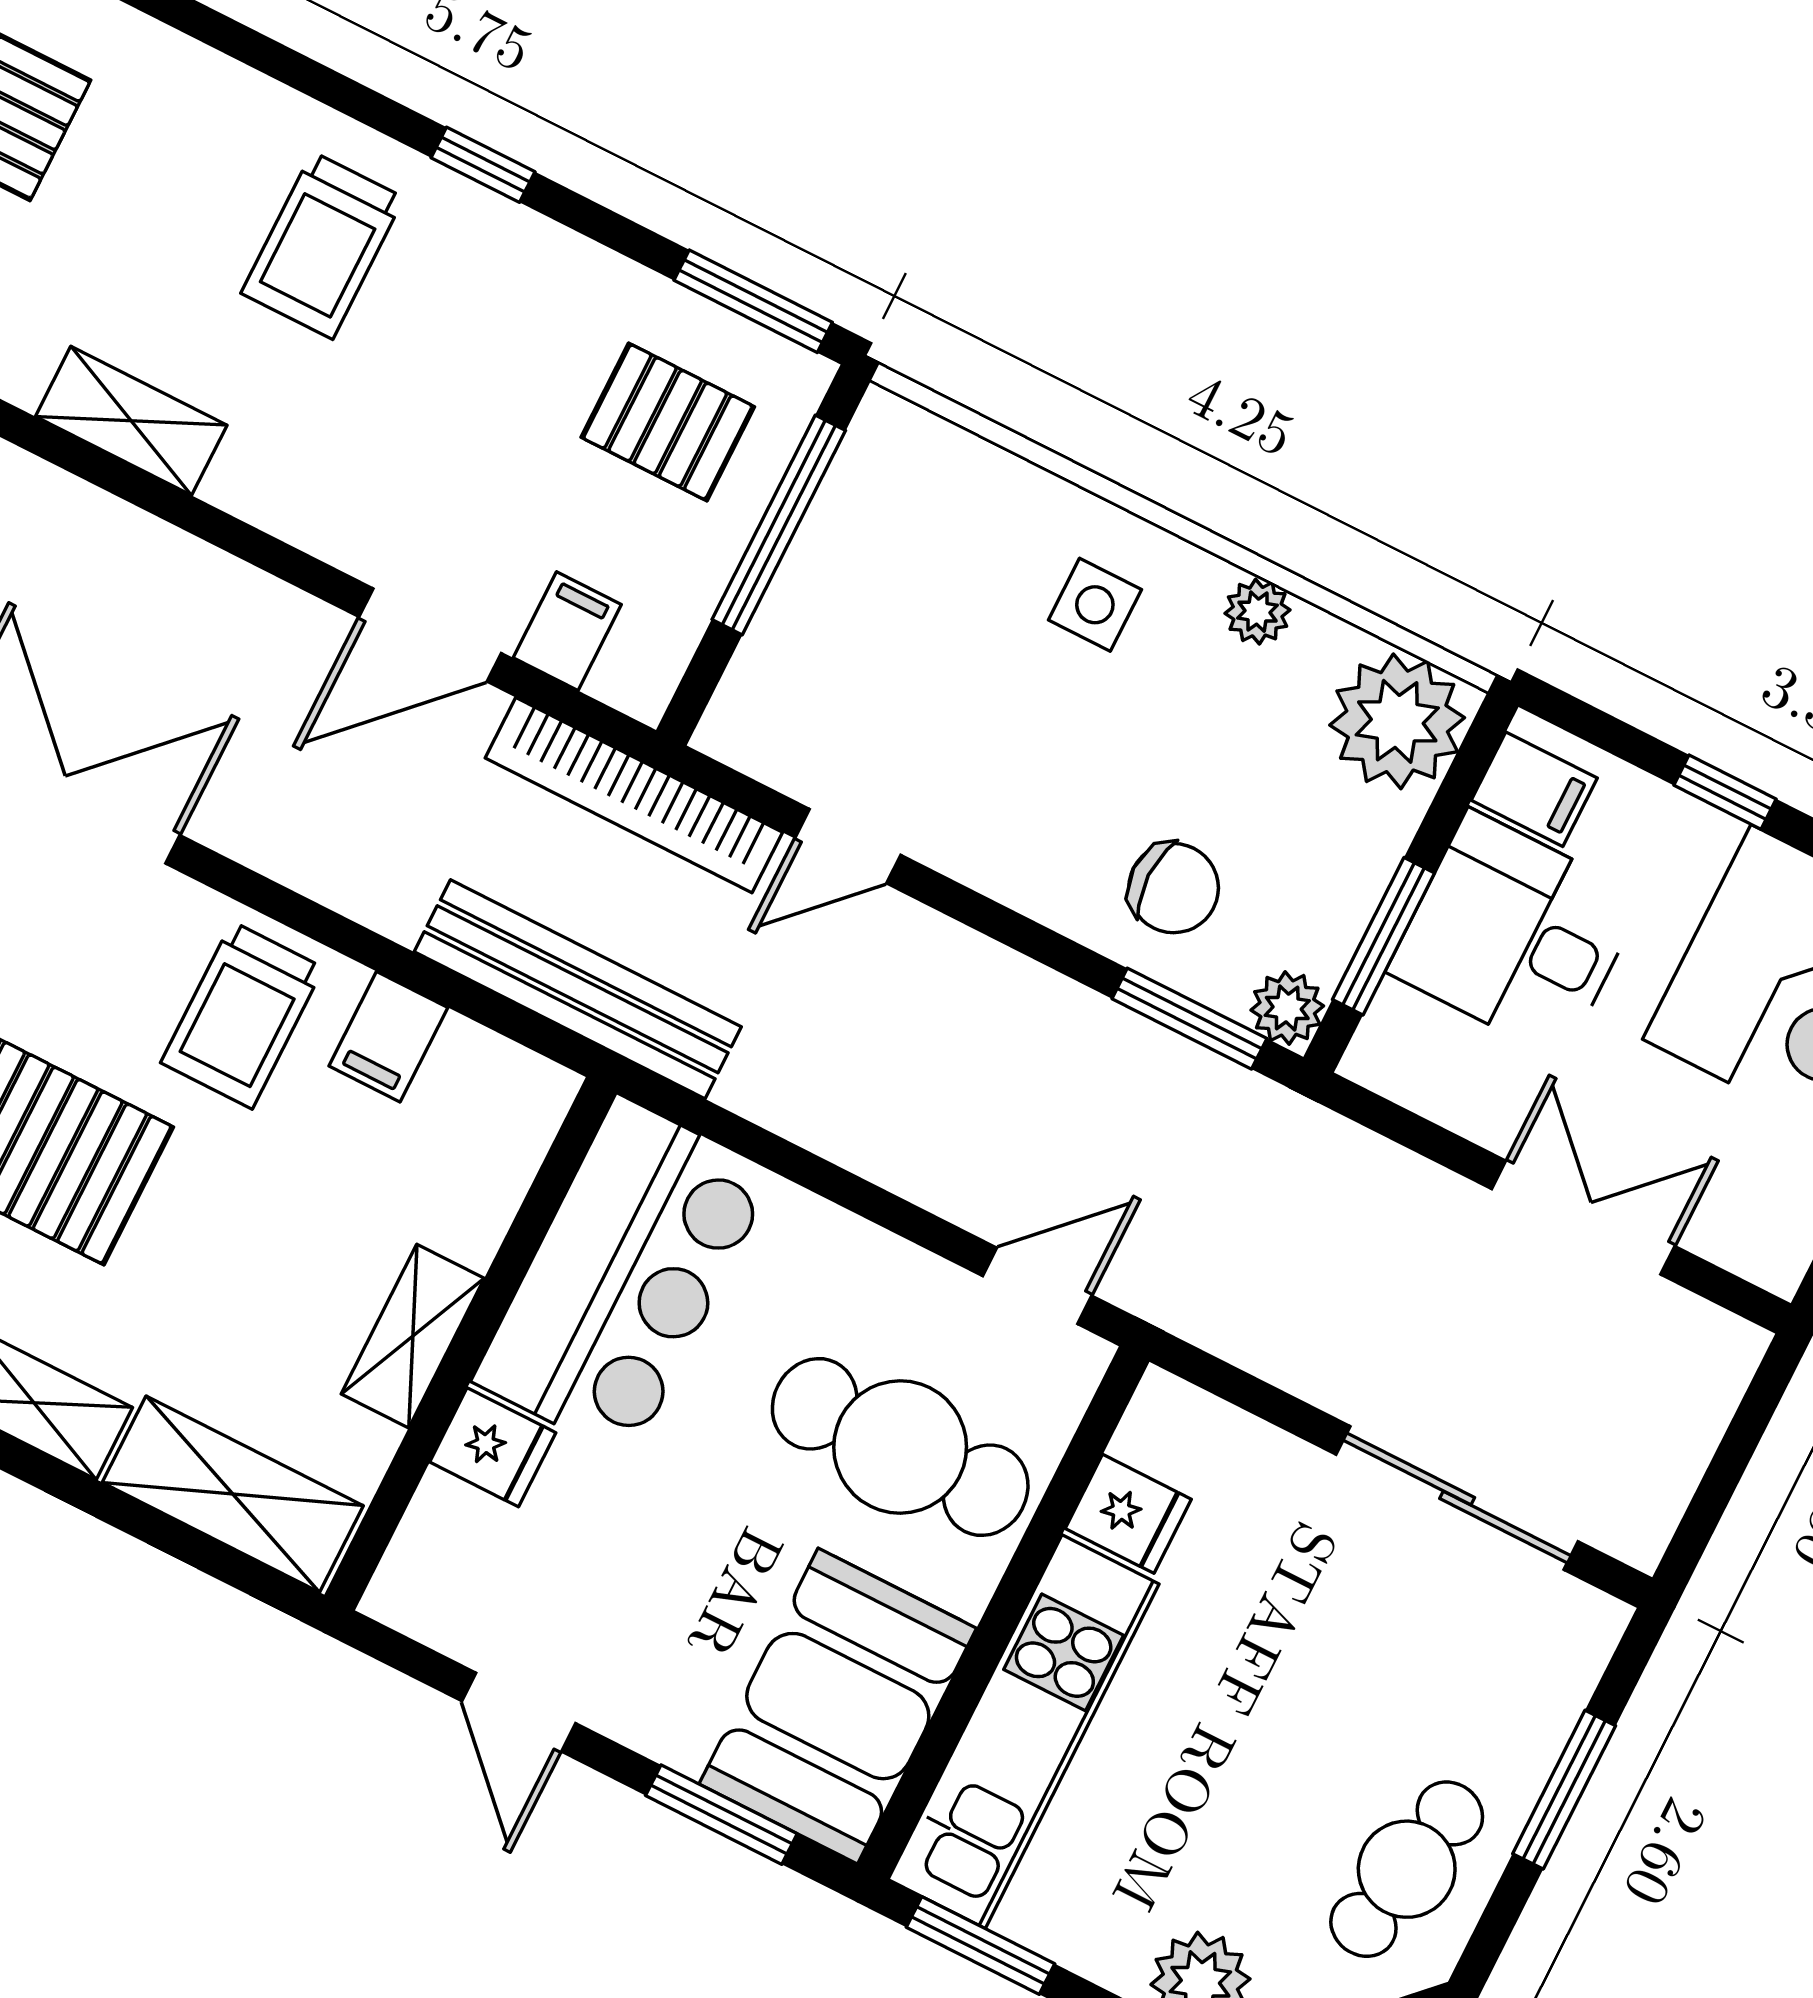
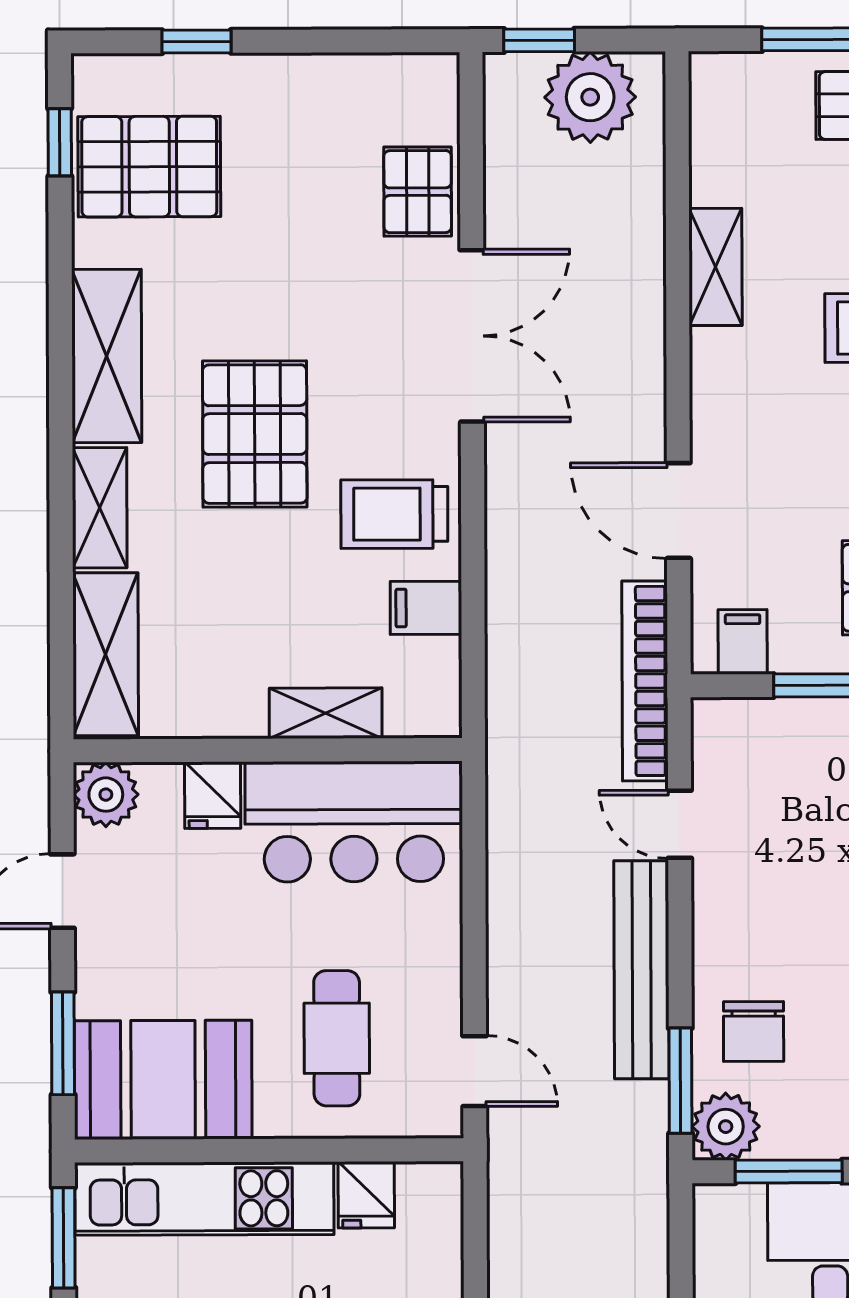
filing cabinet: (567, 631) -> (743, 642), moved, turned -90
bench: (578, 989) -> (642, 970), moved
plant: (1287, 1008) -> (726, 1127), width x1.38, depth x1.38
shelving: (413, 1336) -> (326, 713), moved
cafe table: (900, 1447) -> (337, 1038), width x0.73, depth x0.74
plant: (420, 1589) -> (106, 795), added

